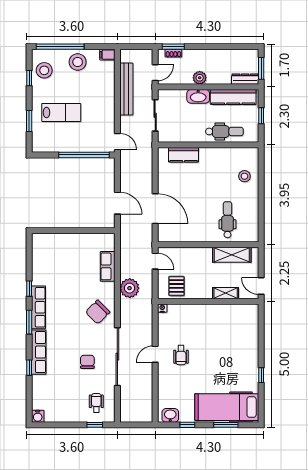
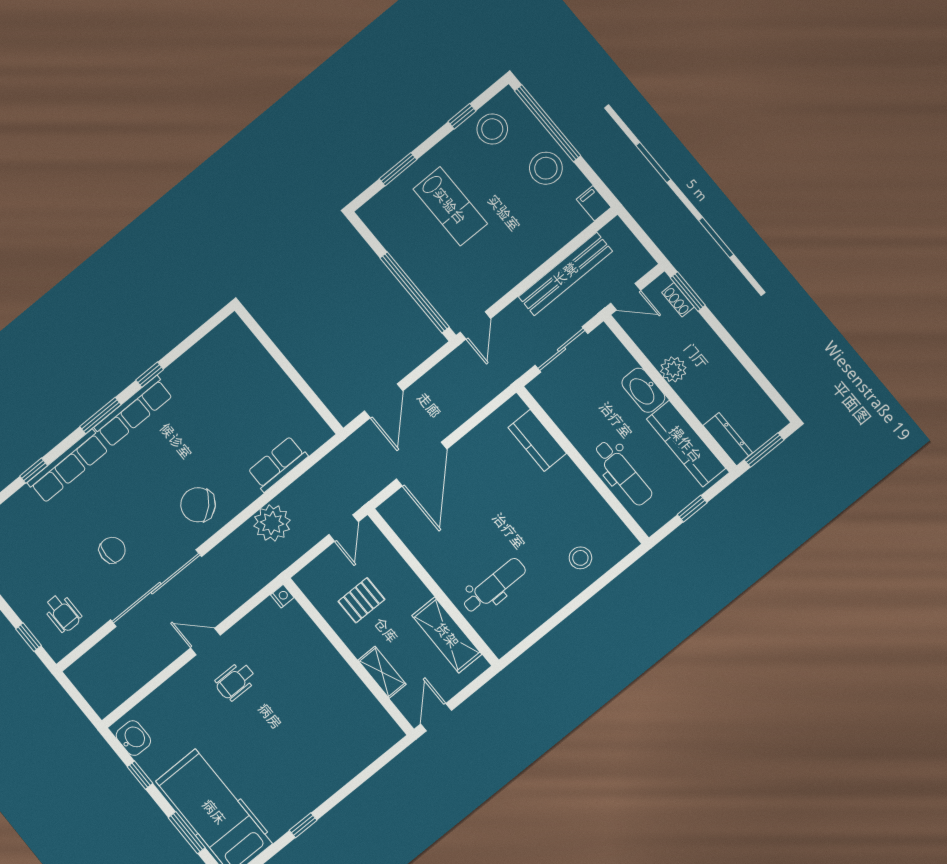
pallet: (177, 286) -> (361, 600), moved
wheelchair: (96, 403) -> (63, 613), turned 90

